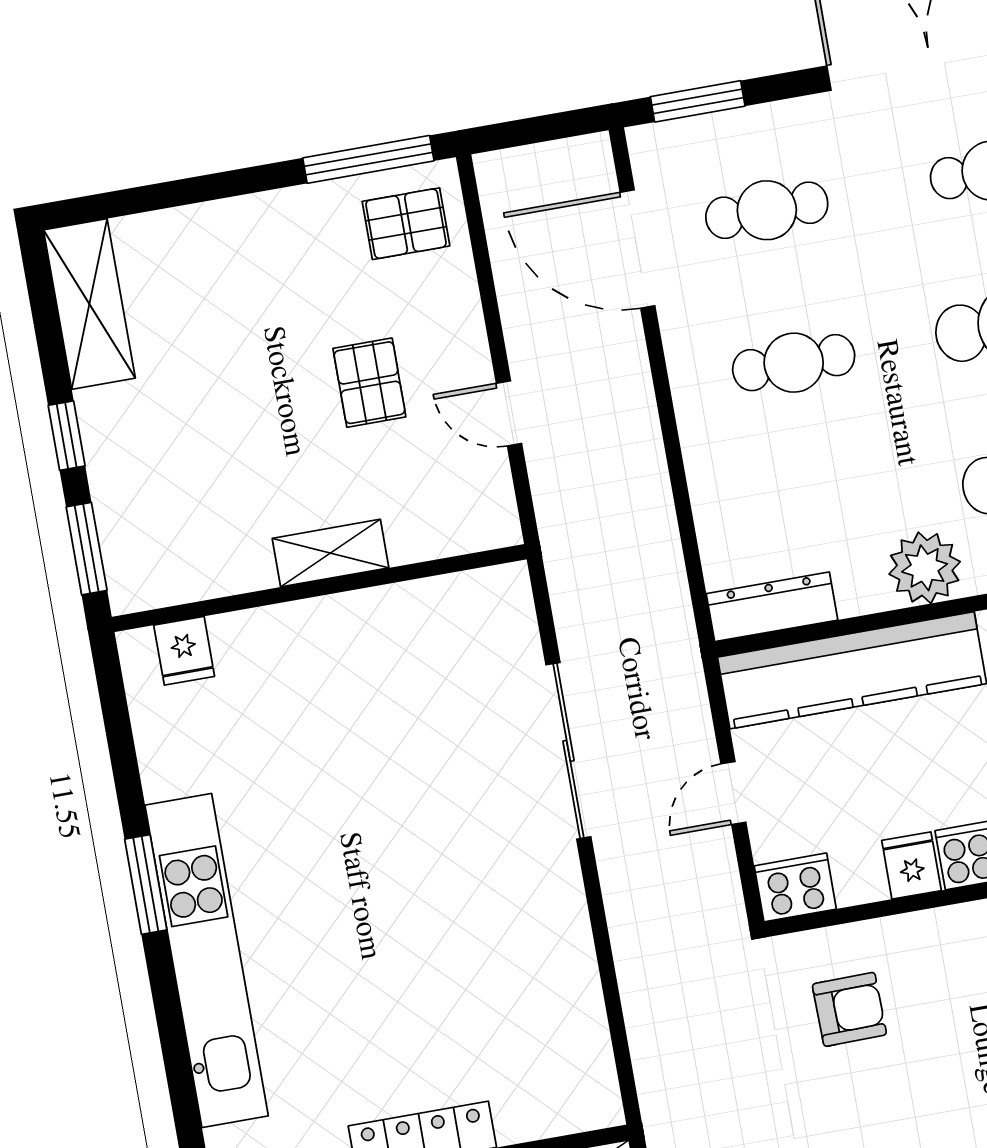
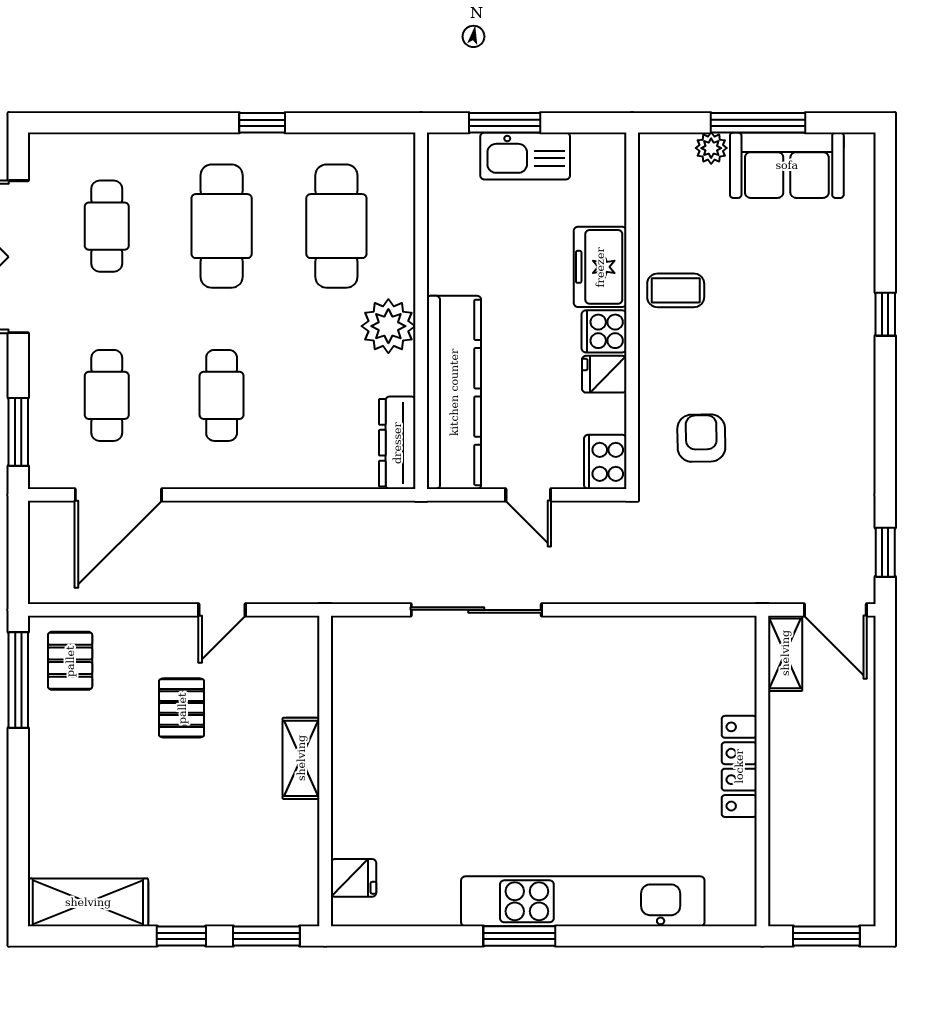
pallet: (369, 383) -> (182, 708), turned 90

